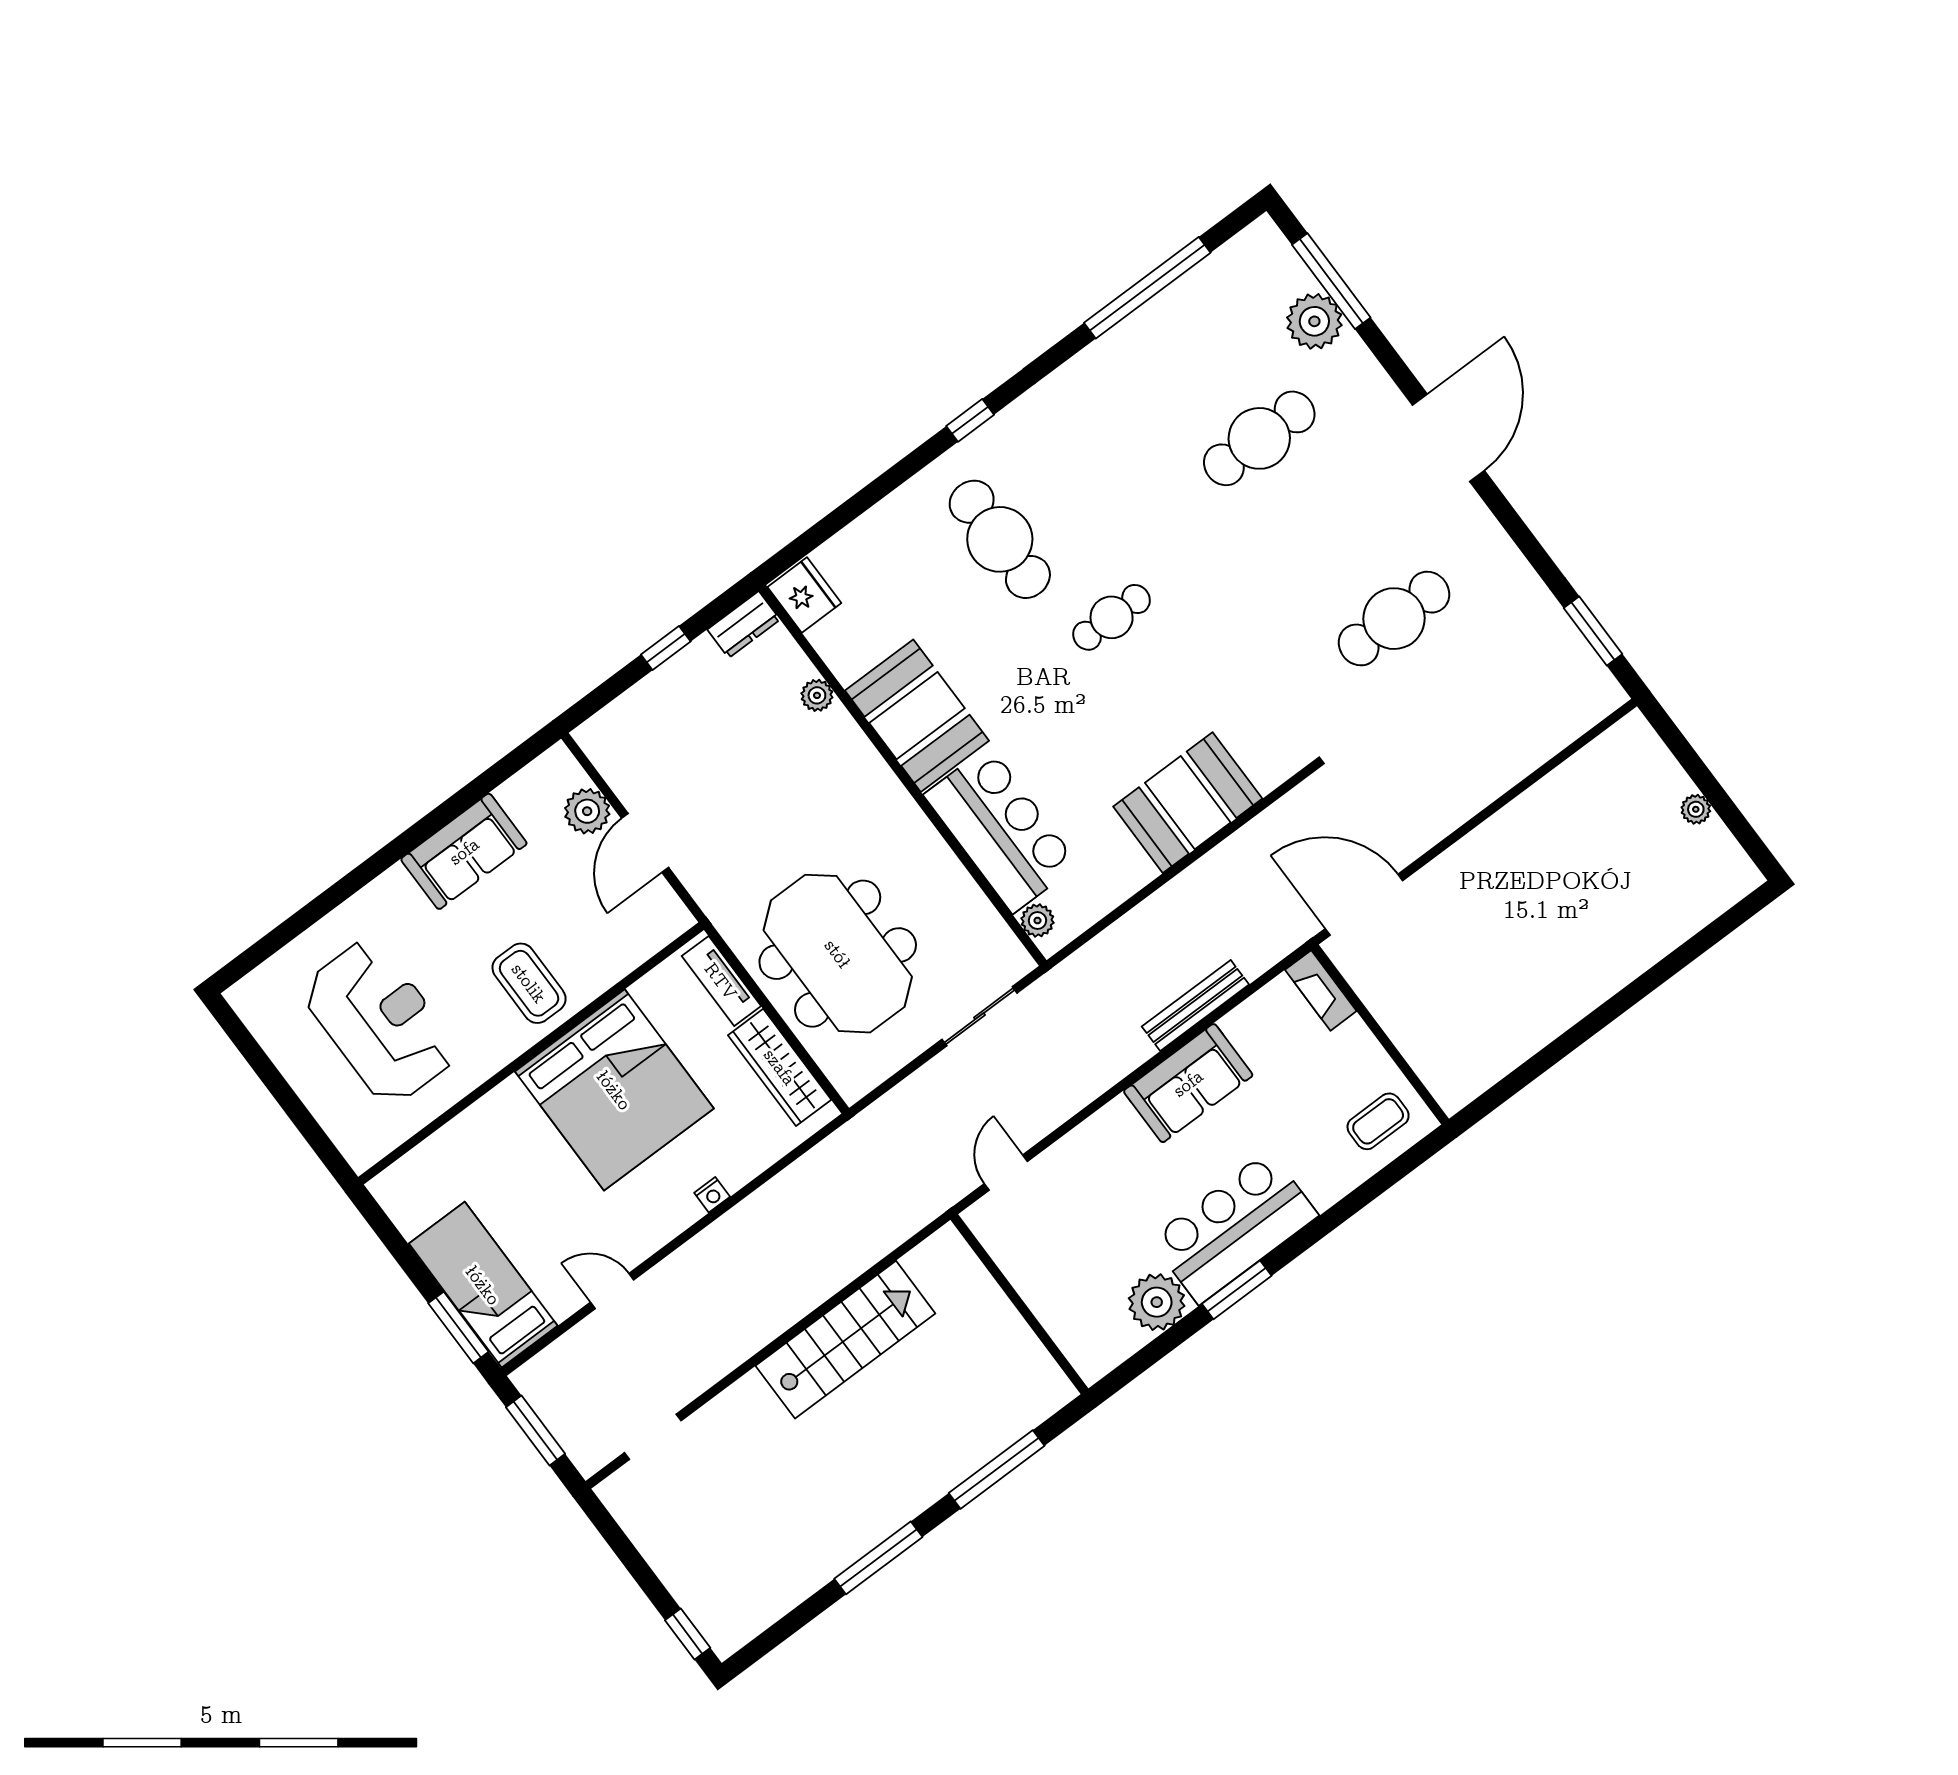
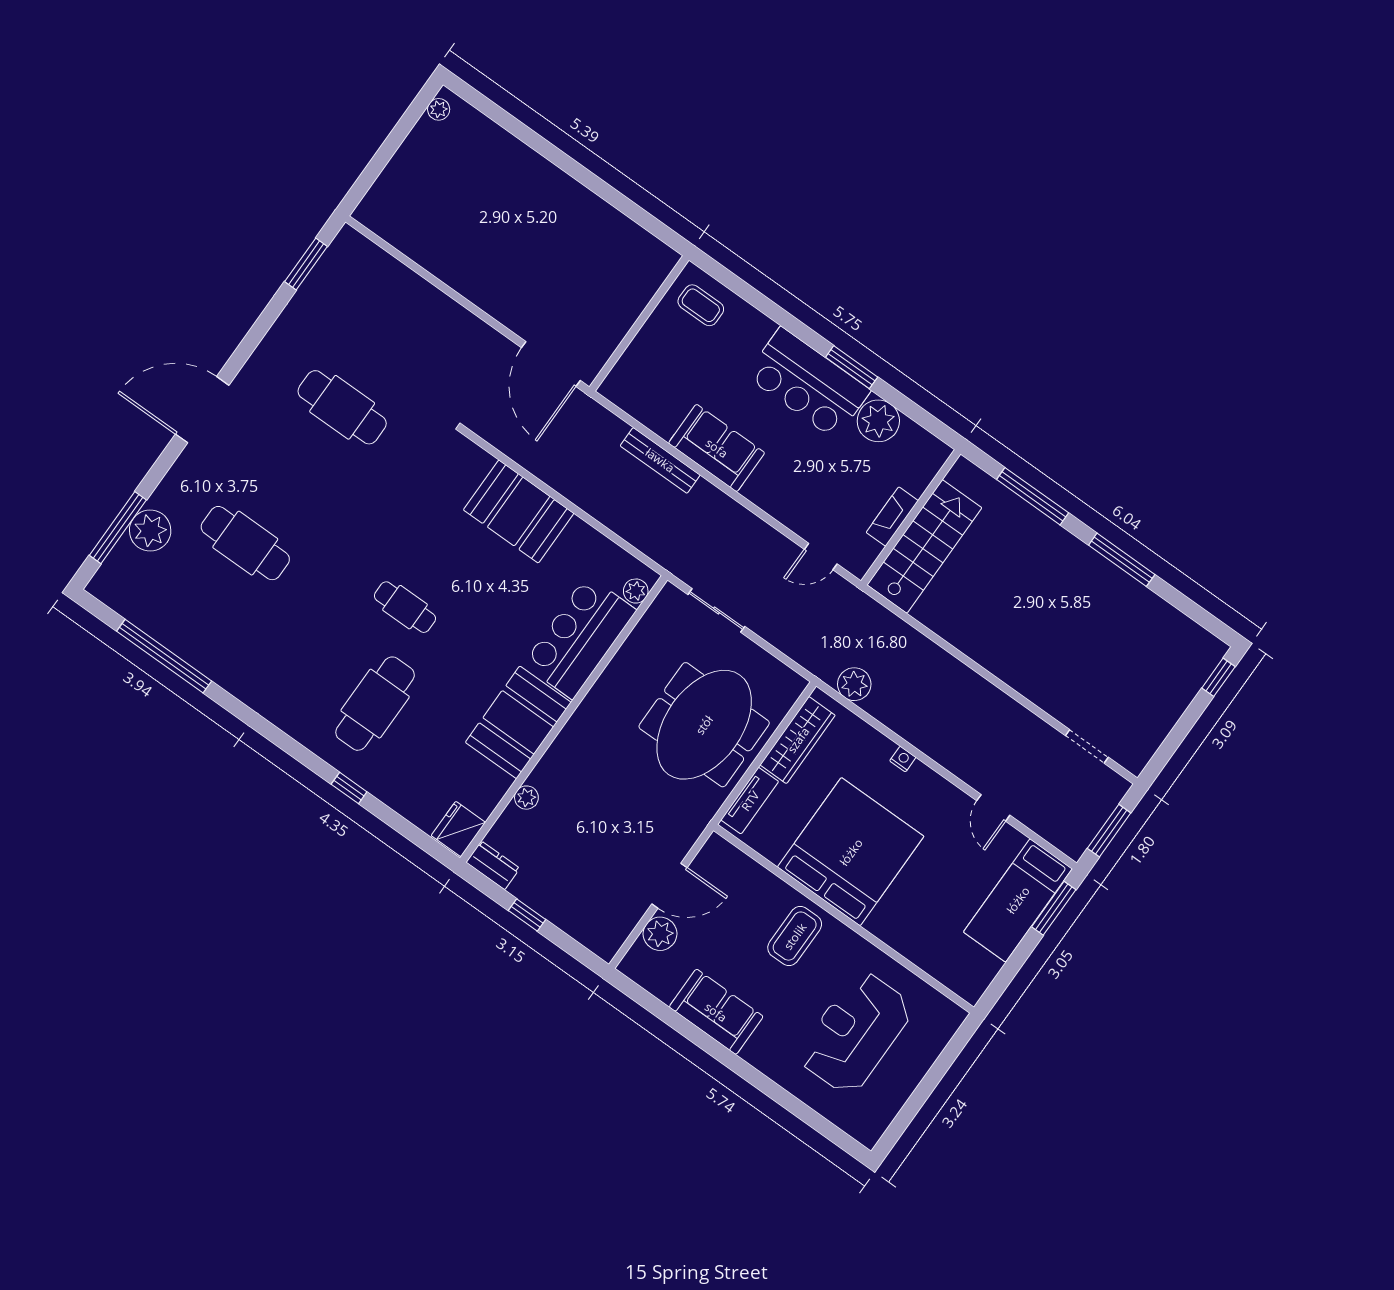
window: (970, 420) -> (349, 788), moved
plant: (1696, 809) -> (439, 109), moved
fireplace: (1321, 990) -> (892, 517), moved, turned 180
plant: (828, 1163) -> (854, 684), added
stairs: (845, 1340) -> (924, 546), moved, turned 90

